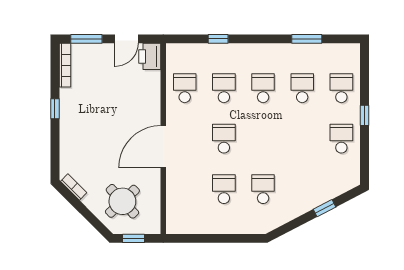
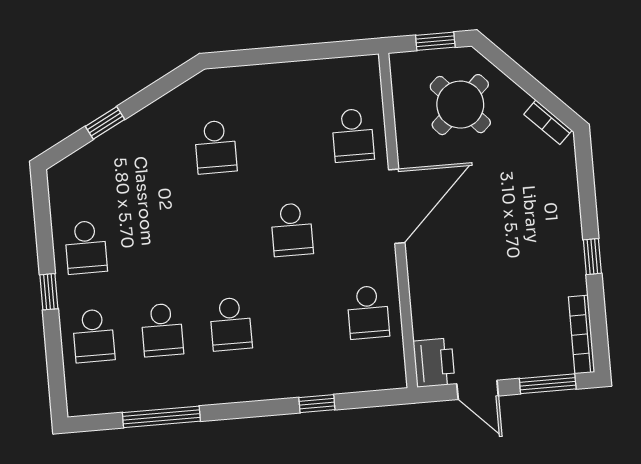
door: (126, 39) -> (478, 390), swing flipped
window: (307, 39) -> (161, 417), width x1.44
school desk: (224, 88) -> (299, 318), removed
school desk: (224, 189) -> (353, 135), moved

